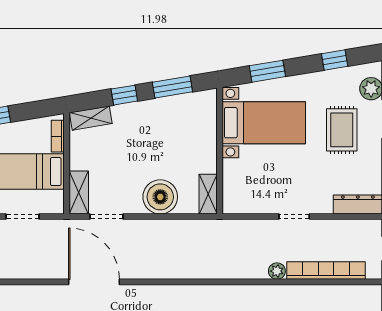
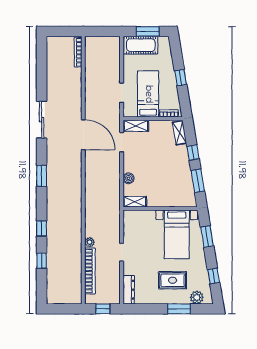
boiler: (160, 197) -> (128, 178), width x0.54, depth x0.54
door: (94, 282) -> (83, 135), hinge flipped

